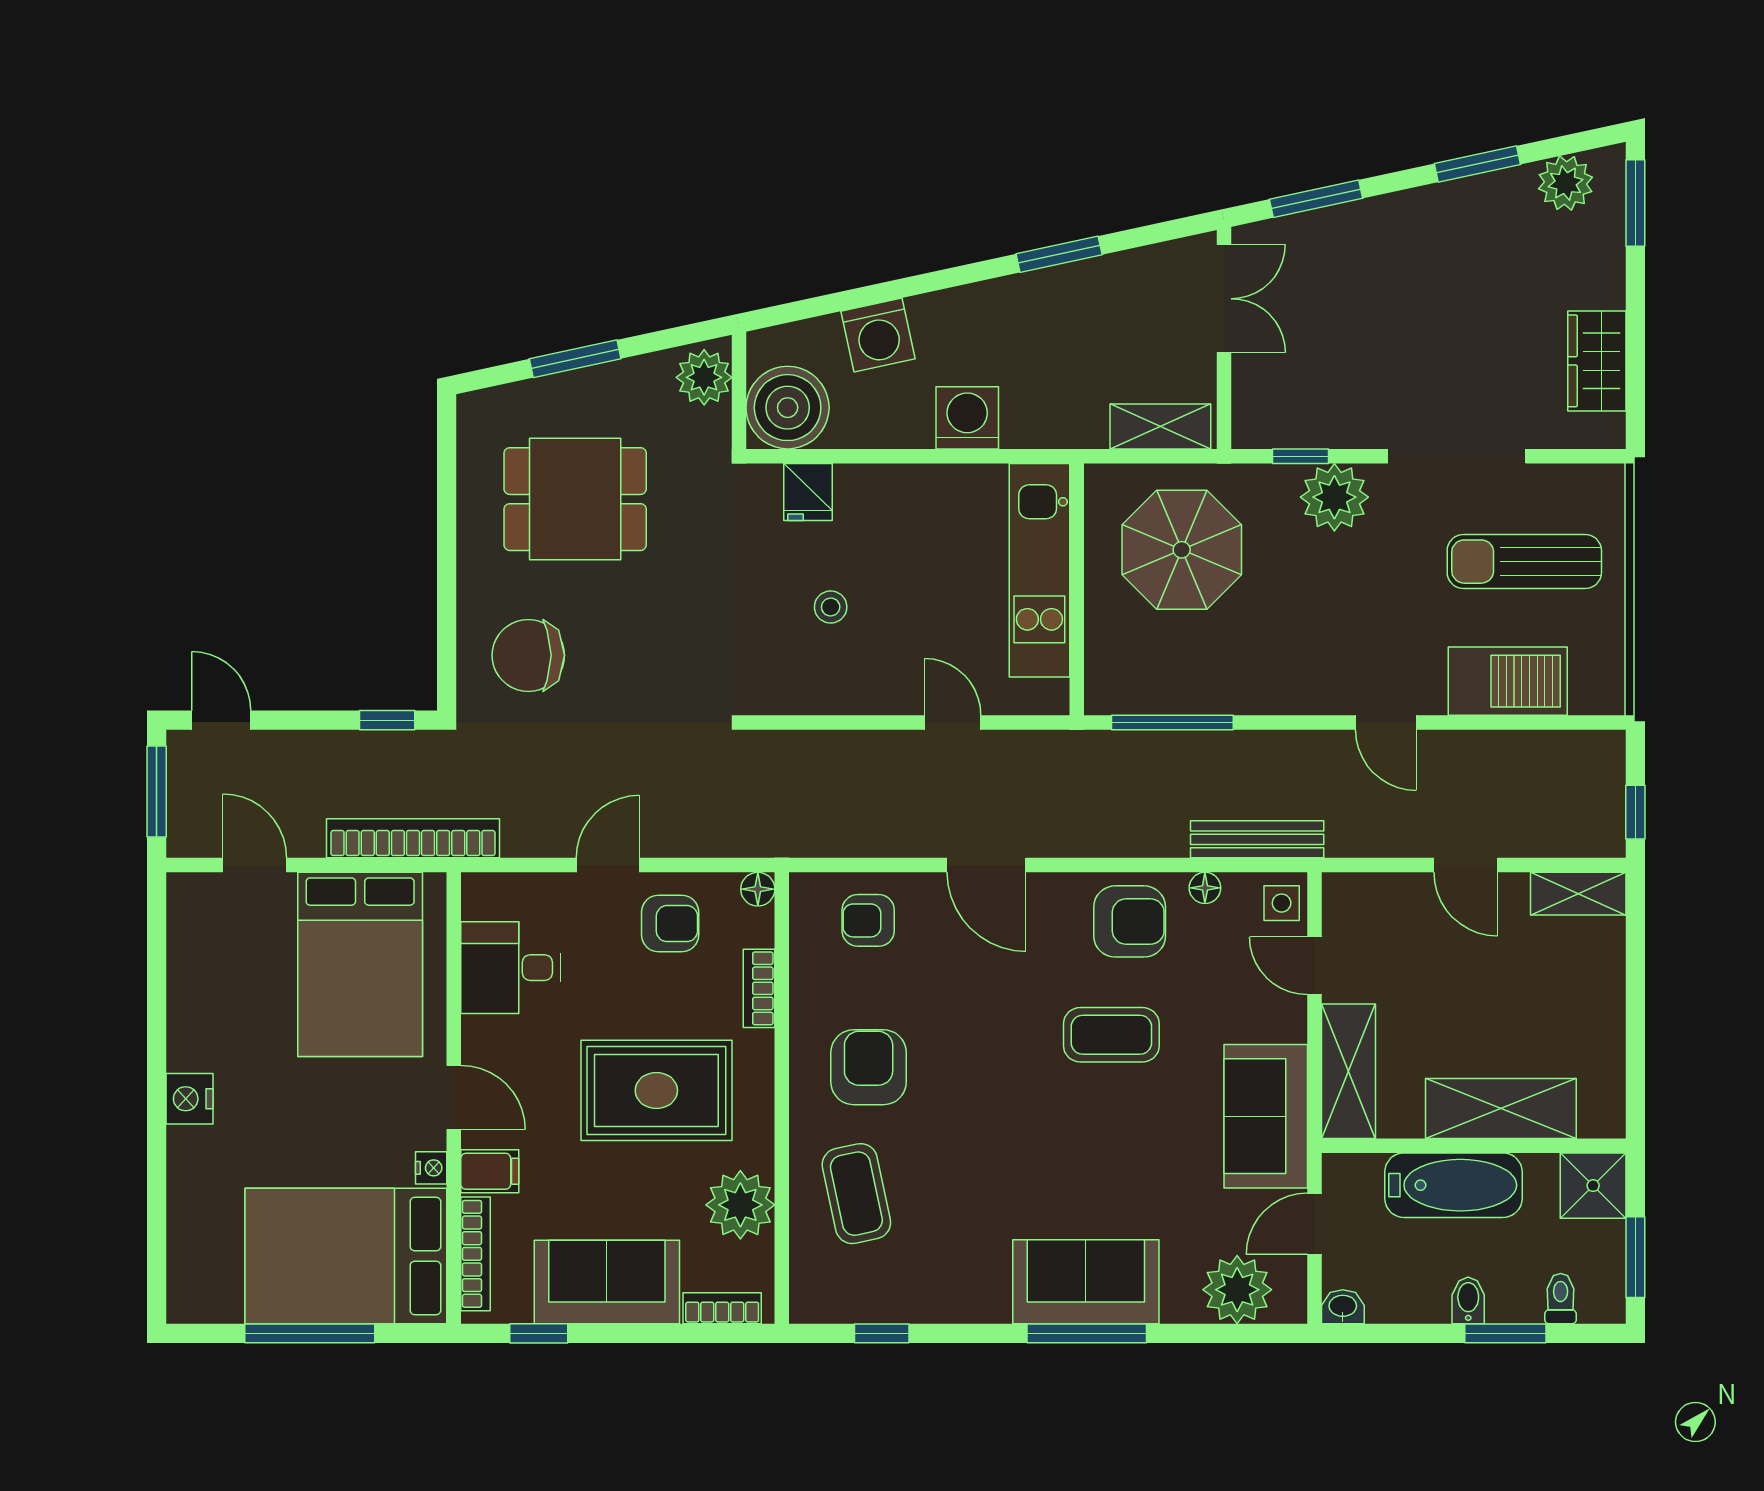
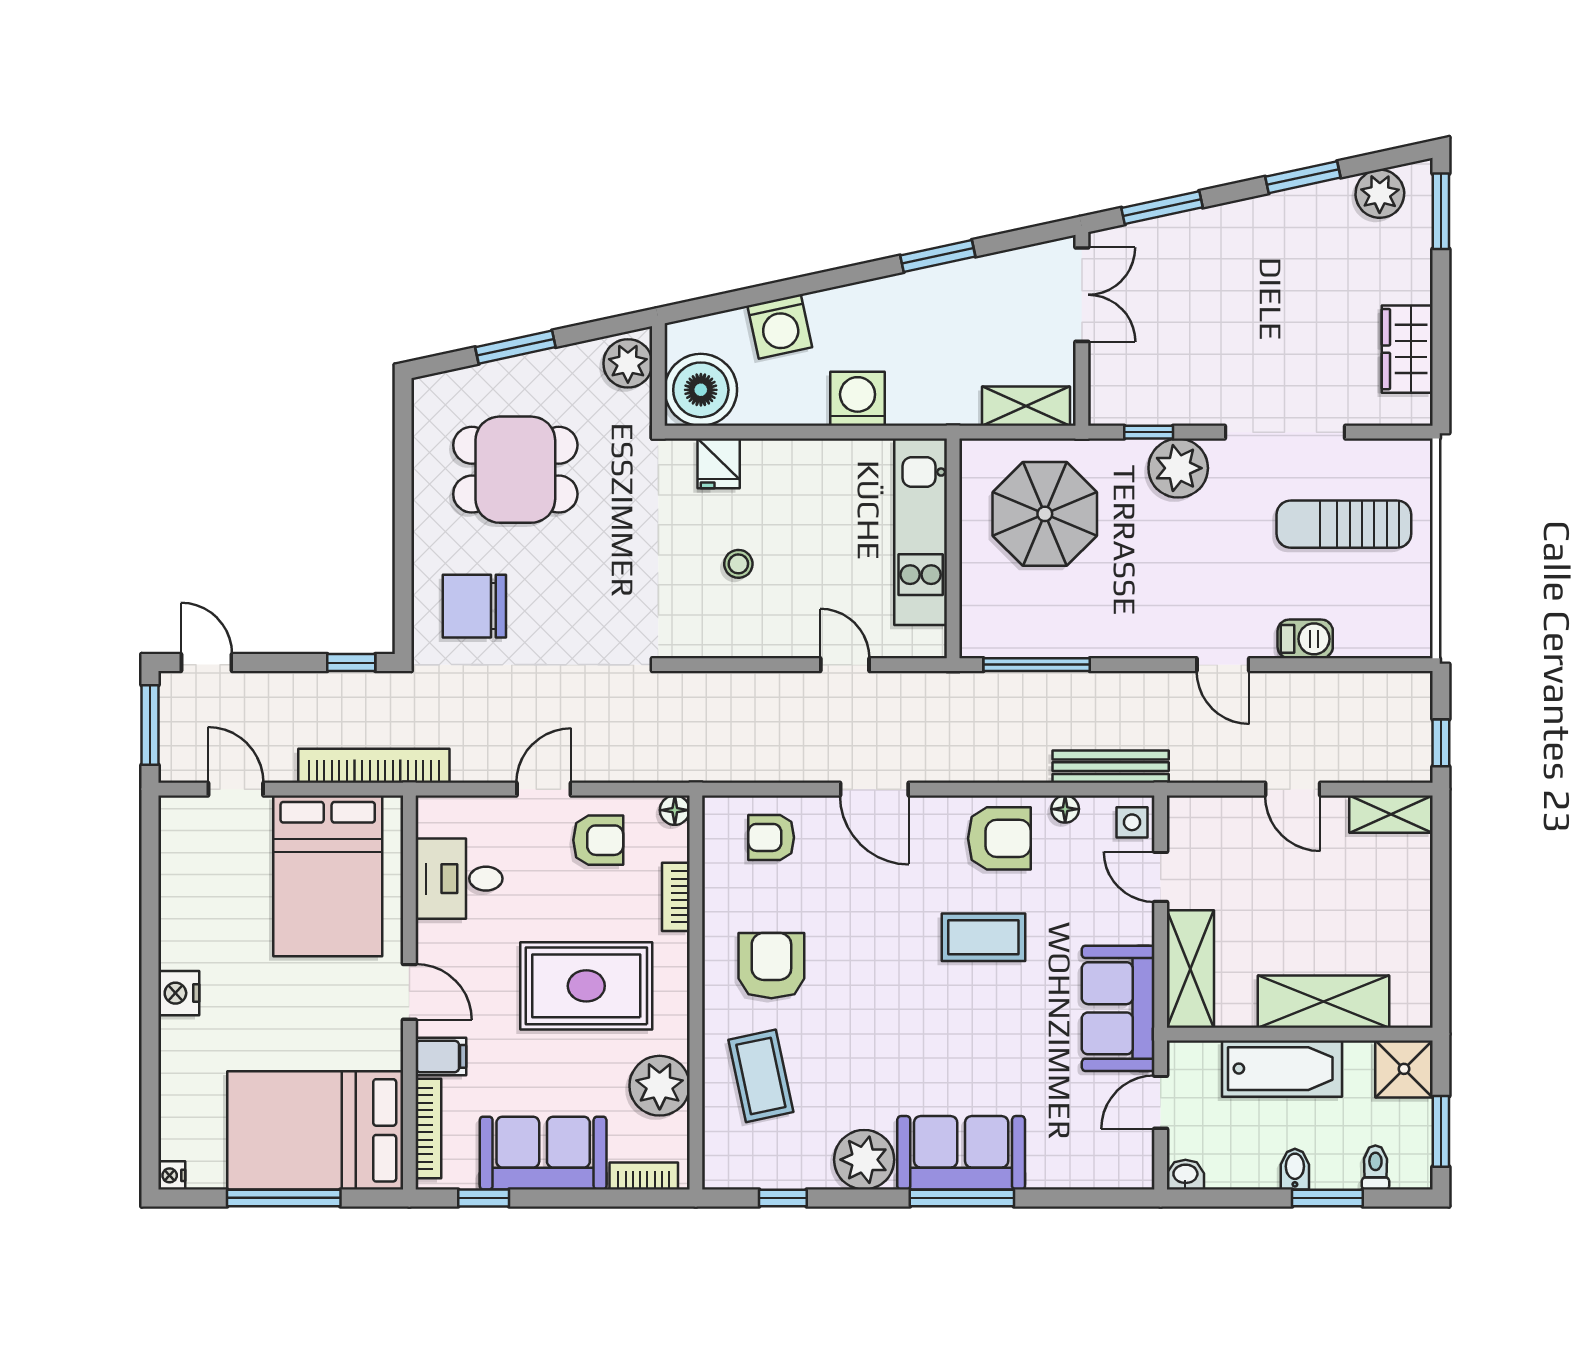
barbecue: (1508, 681) -> (1305, 639), width x0.53, depth x0.65
nightstand: (431, 1168) -> (172, 1175), moved, turned 180
plant: (1237, 1290) -> (864, 1160), moved

